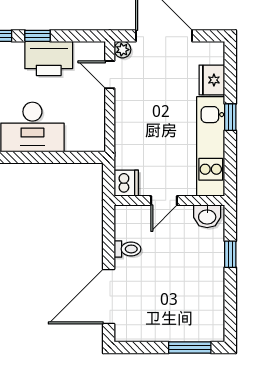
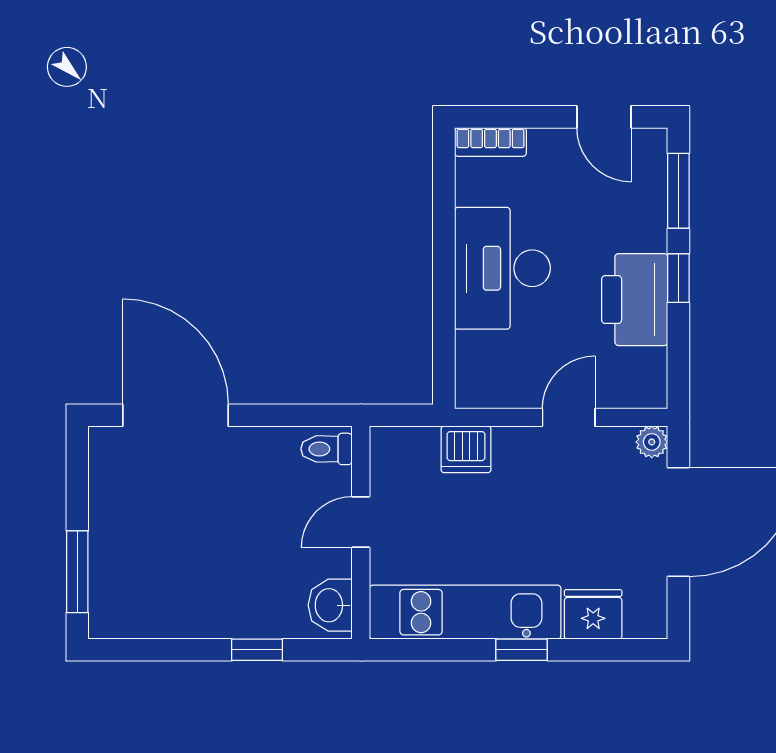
door: (110, 75) -> (569, 417), moved
dishwasher: (126, 183) -> (466, 449), moved
door: (164, 200) -> (361, 522), hinge flipped
toilet: (128, 249) -> (327, 449), moved, turned 90

